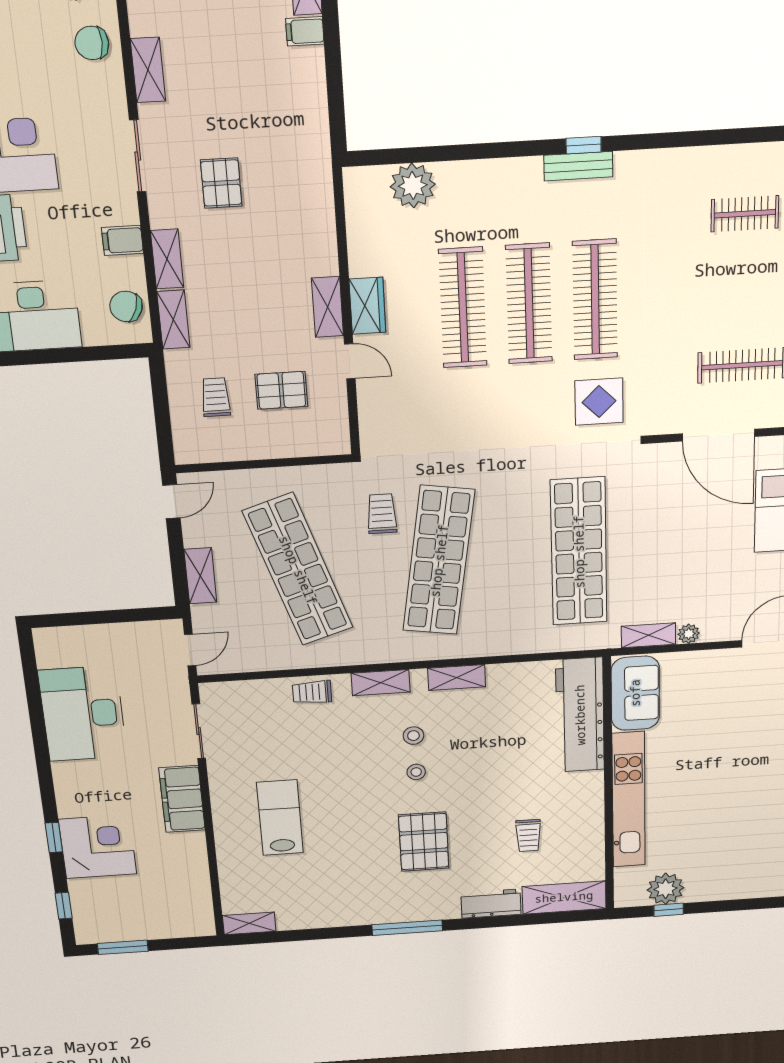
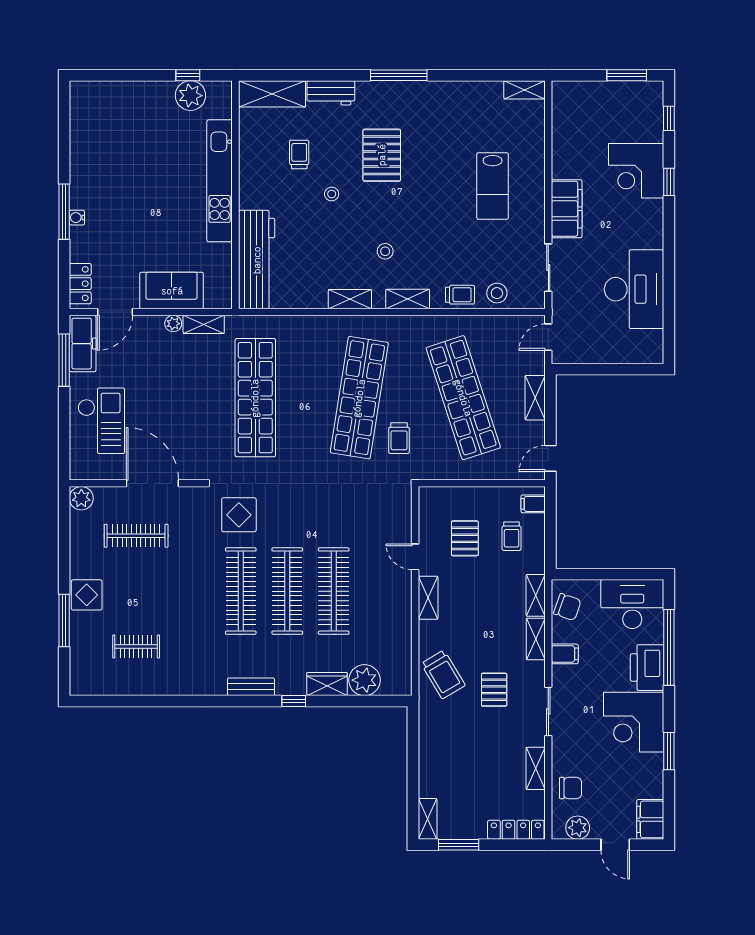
filing cabinet: (305, 31) -> (533, 504), moved, turned 180
window: (584, 145) -> (294, 701), moved
trolley: (298, 201) -> (443, 674), added
wardrobe: (367, 306) -> (327, 684), moved, turned 90
pallet: (281, 390) -> (465, 538), turned 90
sofa: (635, 693) -> (172, 291), moved, turned 90
stool: (264, 697) -> (497, 293), added
stool: (416, 772) -> (332, 194), moved

